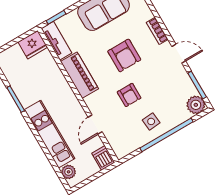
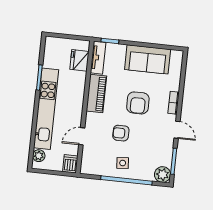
fridge: (33, 45) -> (79, 60), moved, turned 90
armchair: (129, 95) -> (121, 133), turned 90
kitchen unit: (49, 134) -> (46, 109), width x1.36

